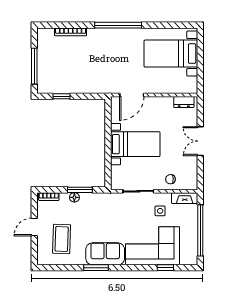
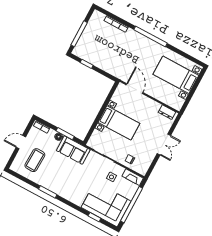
door: (132, 95) -> (134, 89), swing flipped
double door: (200, 141) -> (164, 145), swing flipped
corner sofa: (152, 246) -> (106, 204), moved
sofa: (105, 254) -> (73, 150), moved, turned 180

